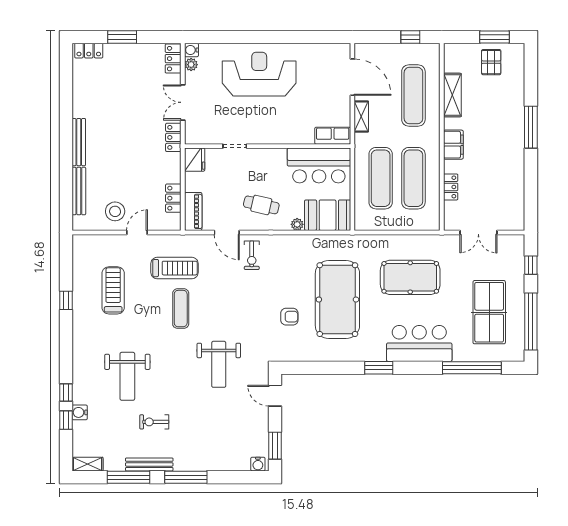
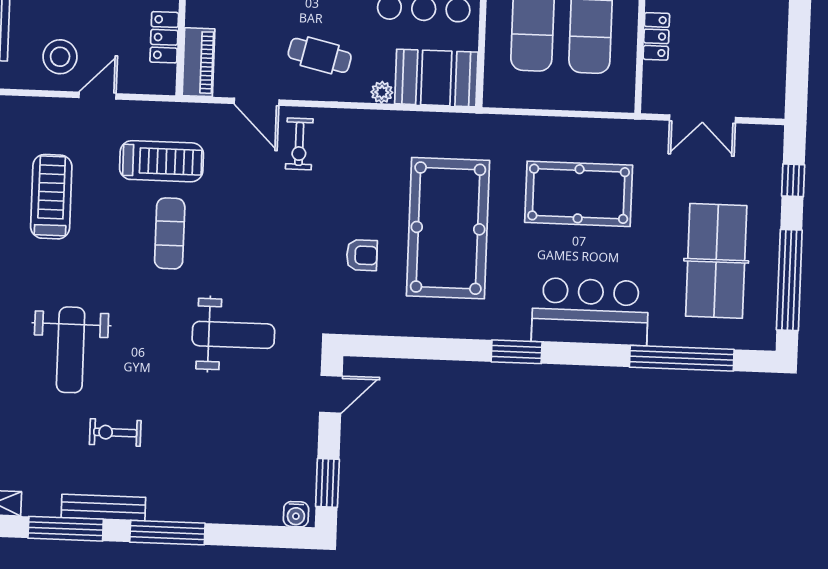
weight bench: (219, 364) -> (233, 335), turned -90
door: (275, 396) -> (331, 394), swing flipped

